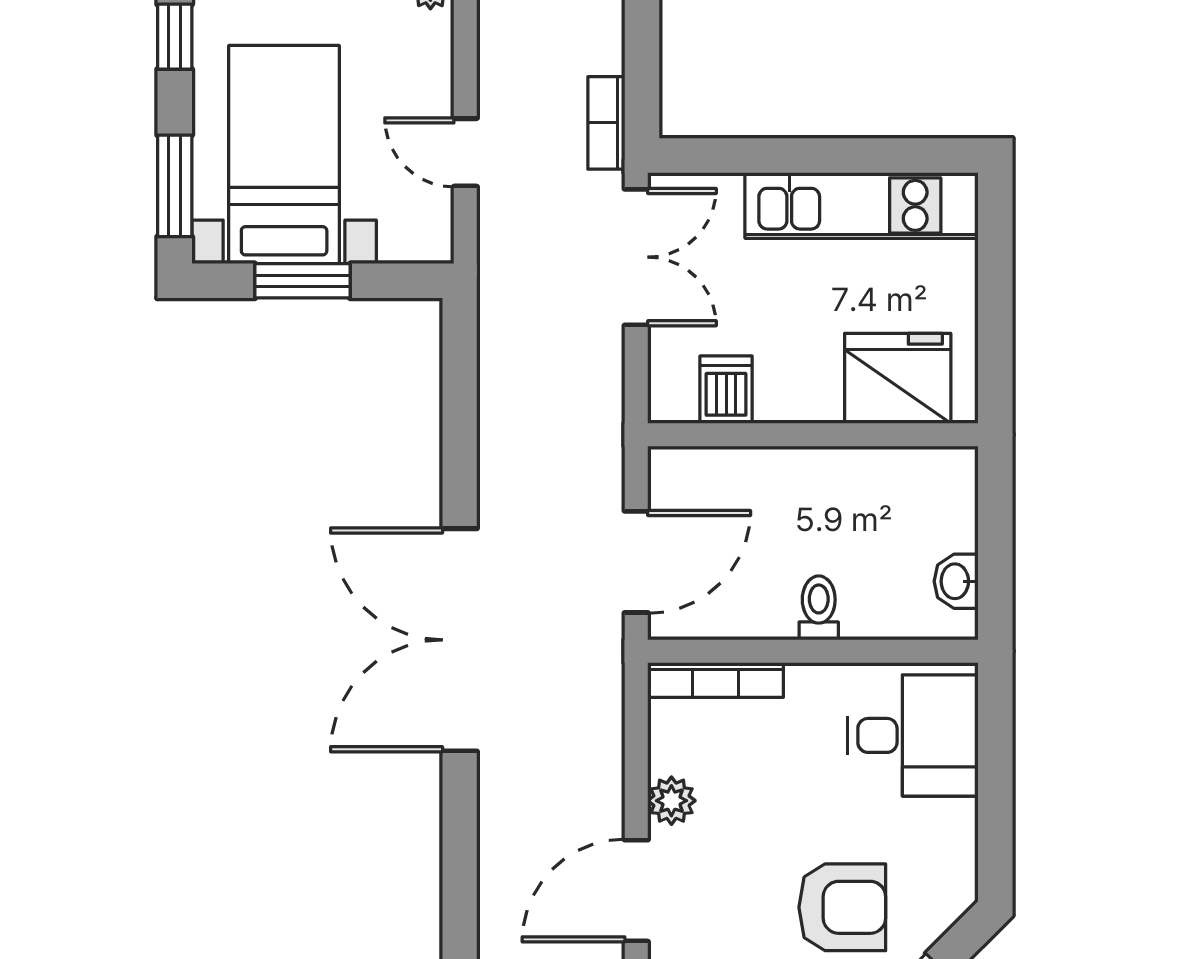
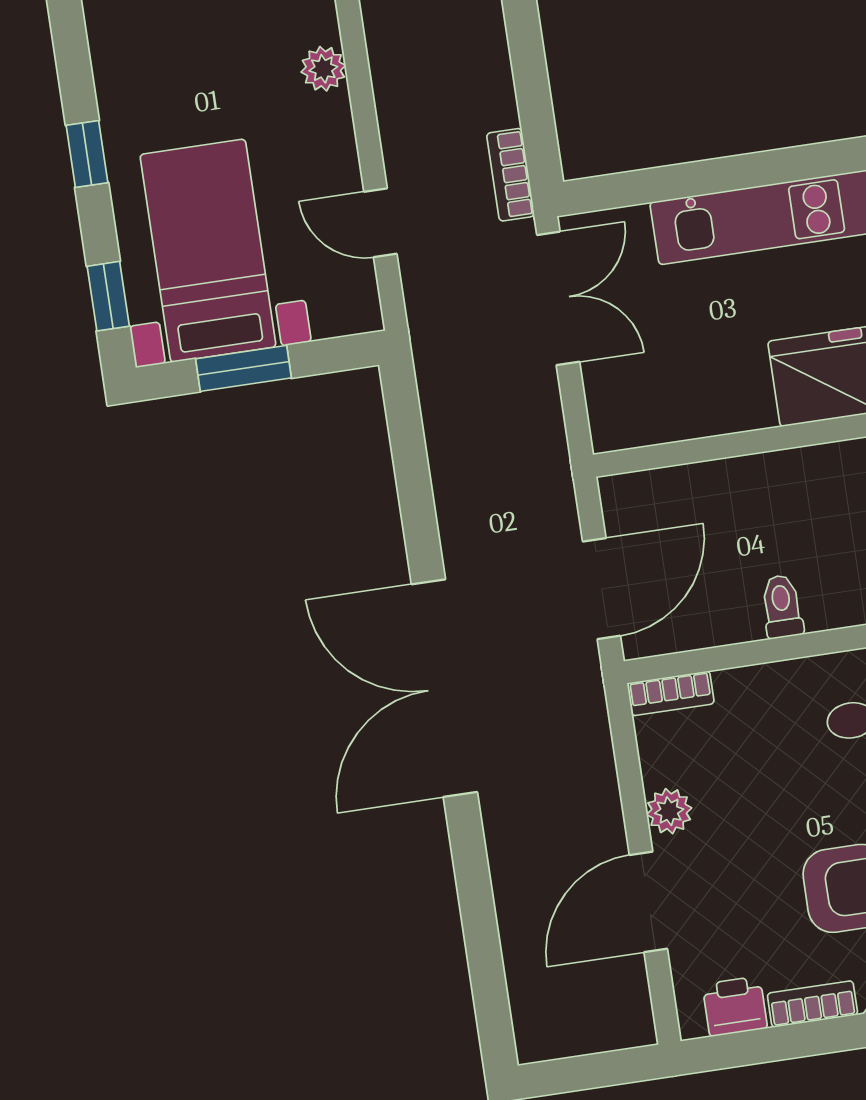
window: (175, 186) -> (108, 296), width x0.67
dishwasher: (726, 390) -> (663, 412), removed
bookcase: (716, 680) -> (671, 693), width x0.64

